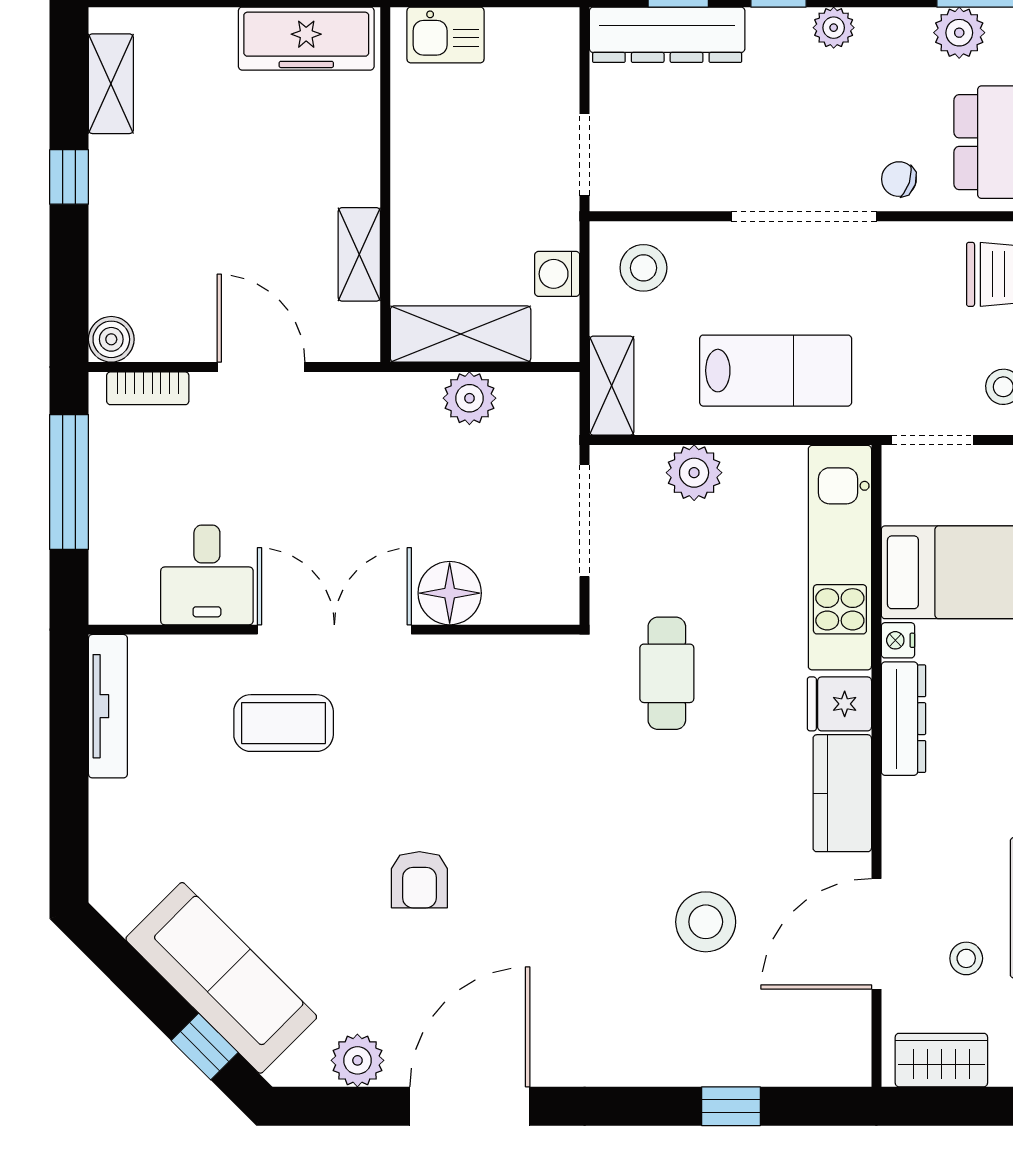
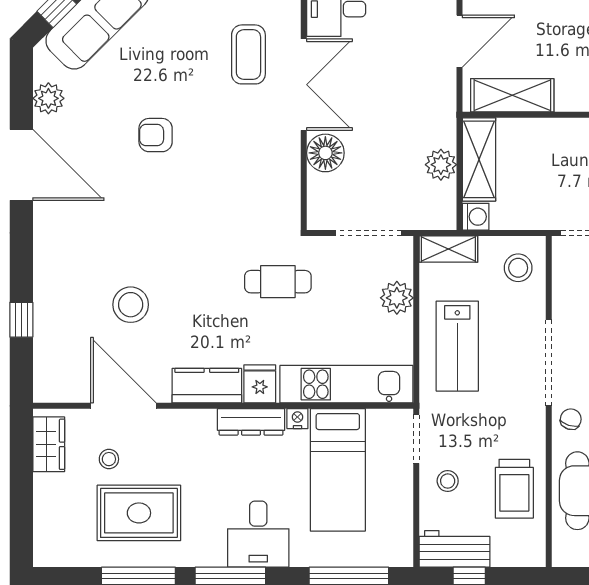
shelving: (359, 254) -> (512, 95), width x1.50, depth x1.33
washing machine: (557, 274) -> (476, 217), moved, turned 90

